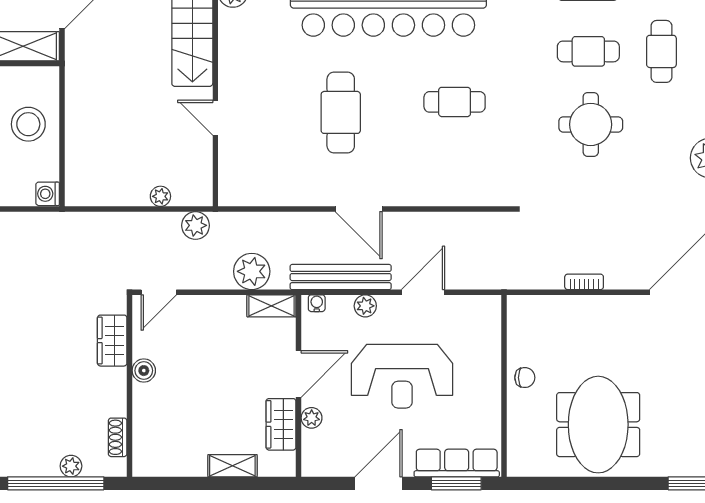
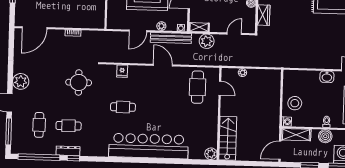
cafe table: (341, 112) -> (197, 87), moved
door: (215, 118) -> (220, 88), moved
round table: (591, 124) -> (79, 82), moved
fridge: (459, 191) -> (122, 71), added
washing machine: (48, 194) -> (286, 122), moved
plant: (196, 225) -> (229, 60), removed
door: (159, 292) -> (234, 34), moved

